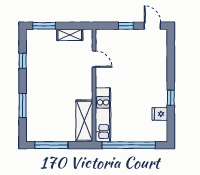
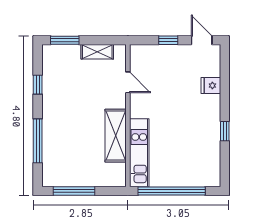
window: (23, 105) -> (38, 141), width x1.44
fridge: (160, 114) -> (211, 86), moved
shelving: (84, 121) -> (116, 136), moved

